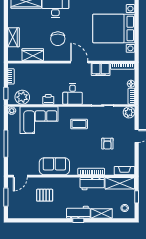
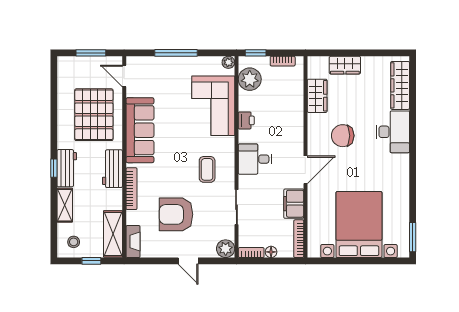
armchair: (107, 144) -> (176, 214), width x1.88, depth x1.88
sofa: (54, 166) -> (140, 130), width x1.36
workbench: (92, 184) -> (112, 169), moved
pallet: (45, 195) -> (94, 115), width x2.05, depth x2.00

